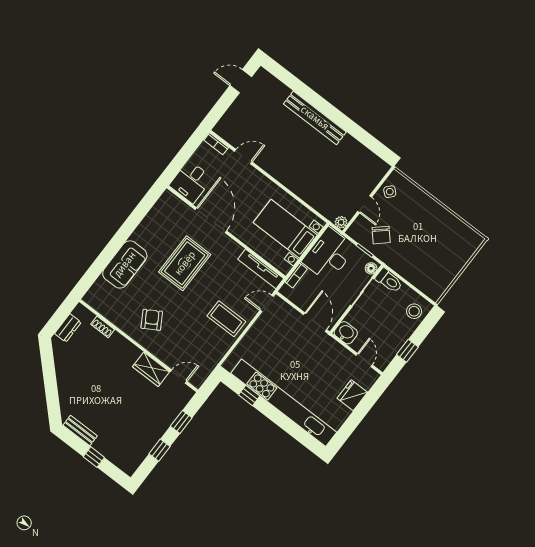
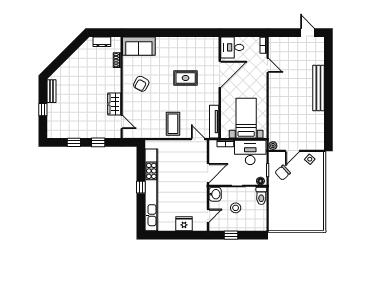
rug: (185, 263) -> (186, 78), width x0.73, depth x0.70
sofa: (125, 264) -> (139, 46), moved
stool: (414, 311) -> (236, 208), moved
armchair: (152, 320) -> (141, 84), turned 149
window: (249, 395) -> (141, 187), moved

